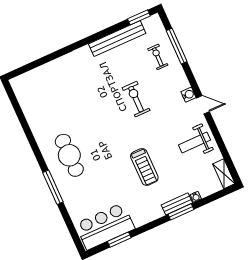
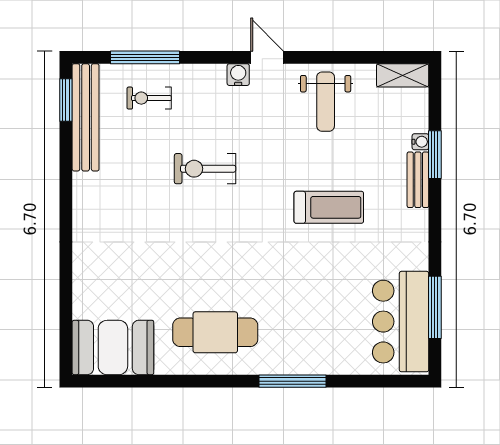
bench: (117, 39) -> (86, 117), moved
booth: (30, 94) -> (113, 347), added
door: (203, 105) -> (267, 57), hinge flipped
cafe table: (69, 155) -> (215, 332), moved
window: (181, 212) -> (435, 155), moved
window: (119, 240) -> (435, 307), width x1.44

